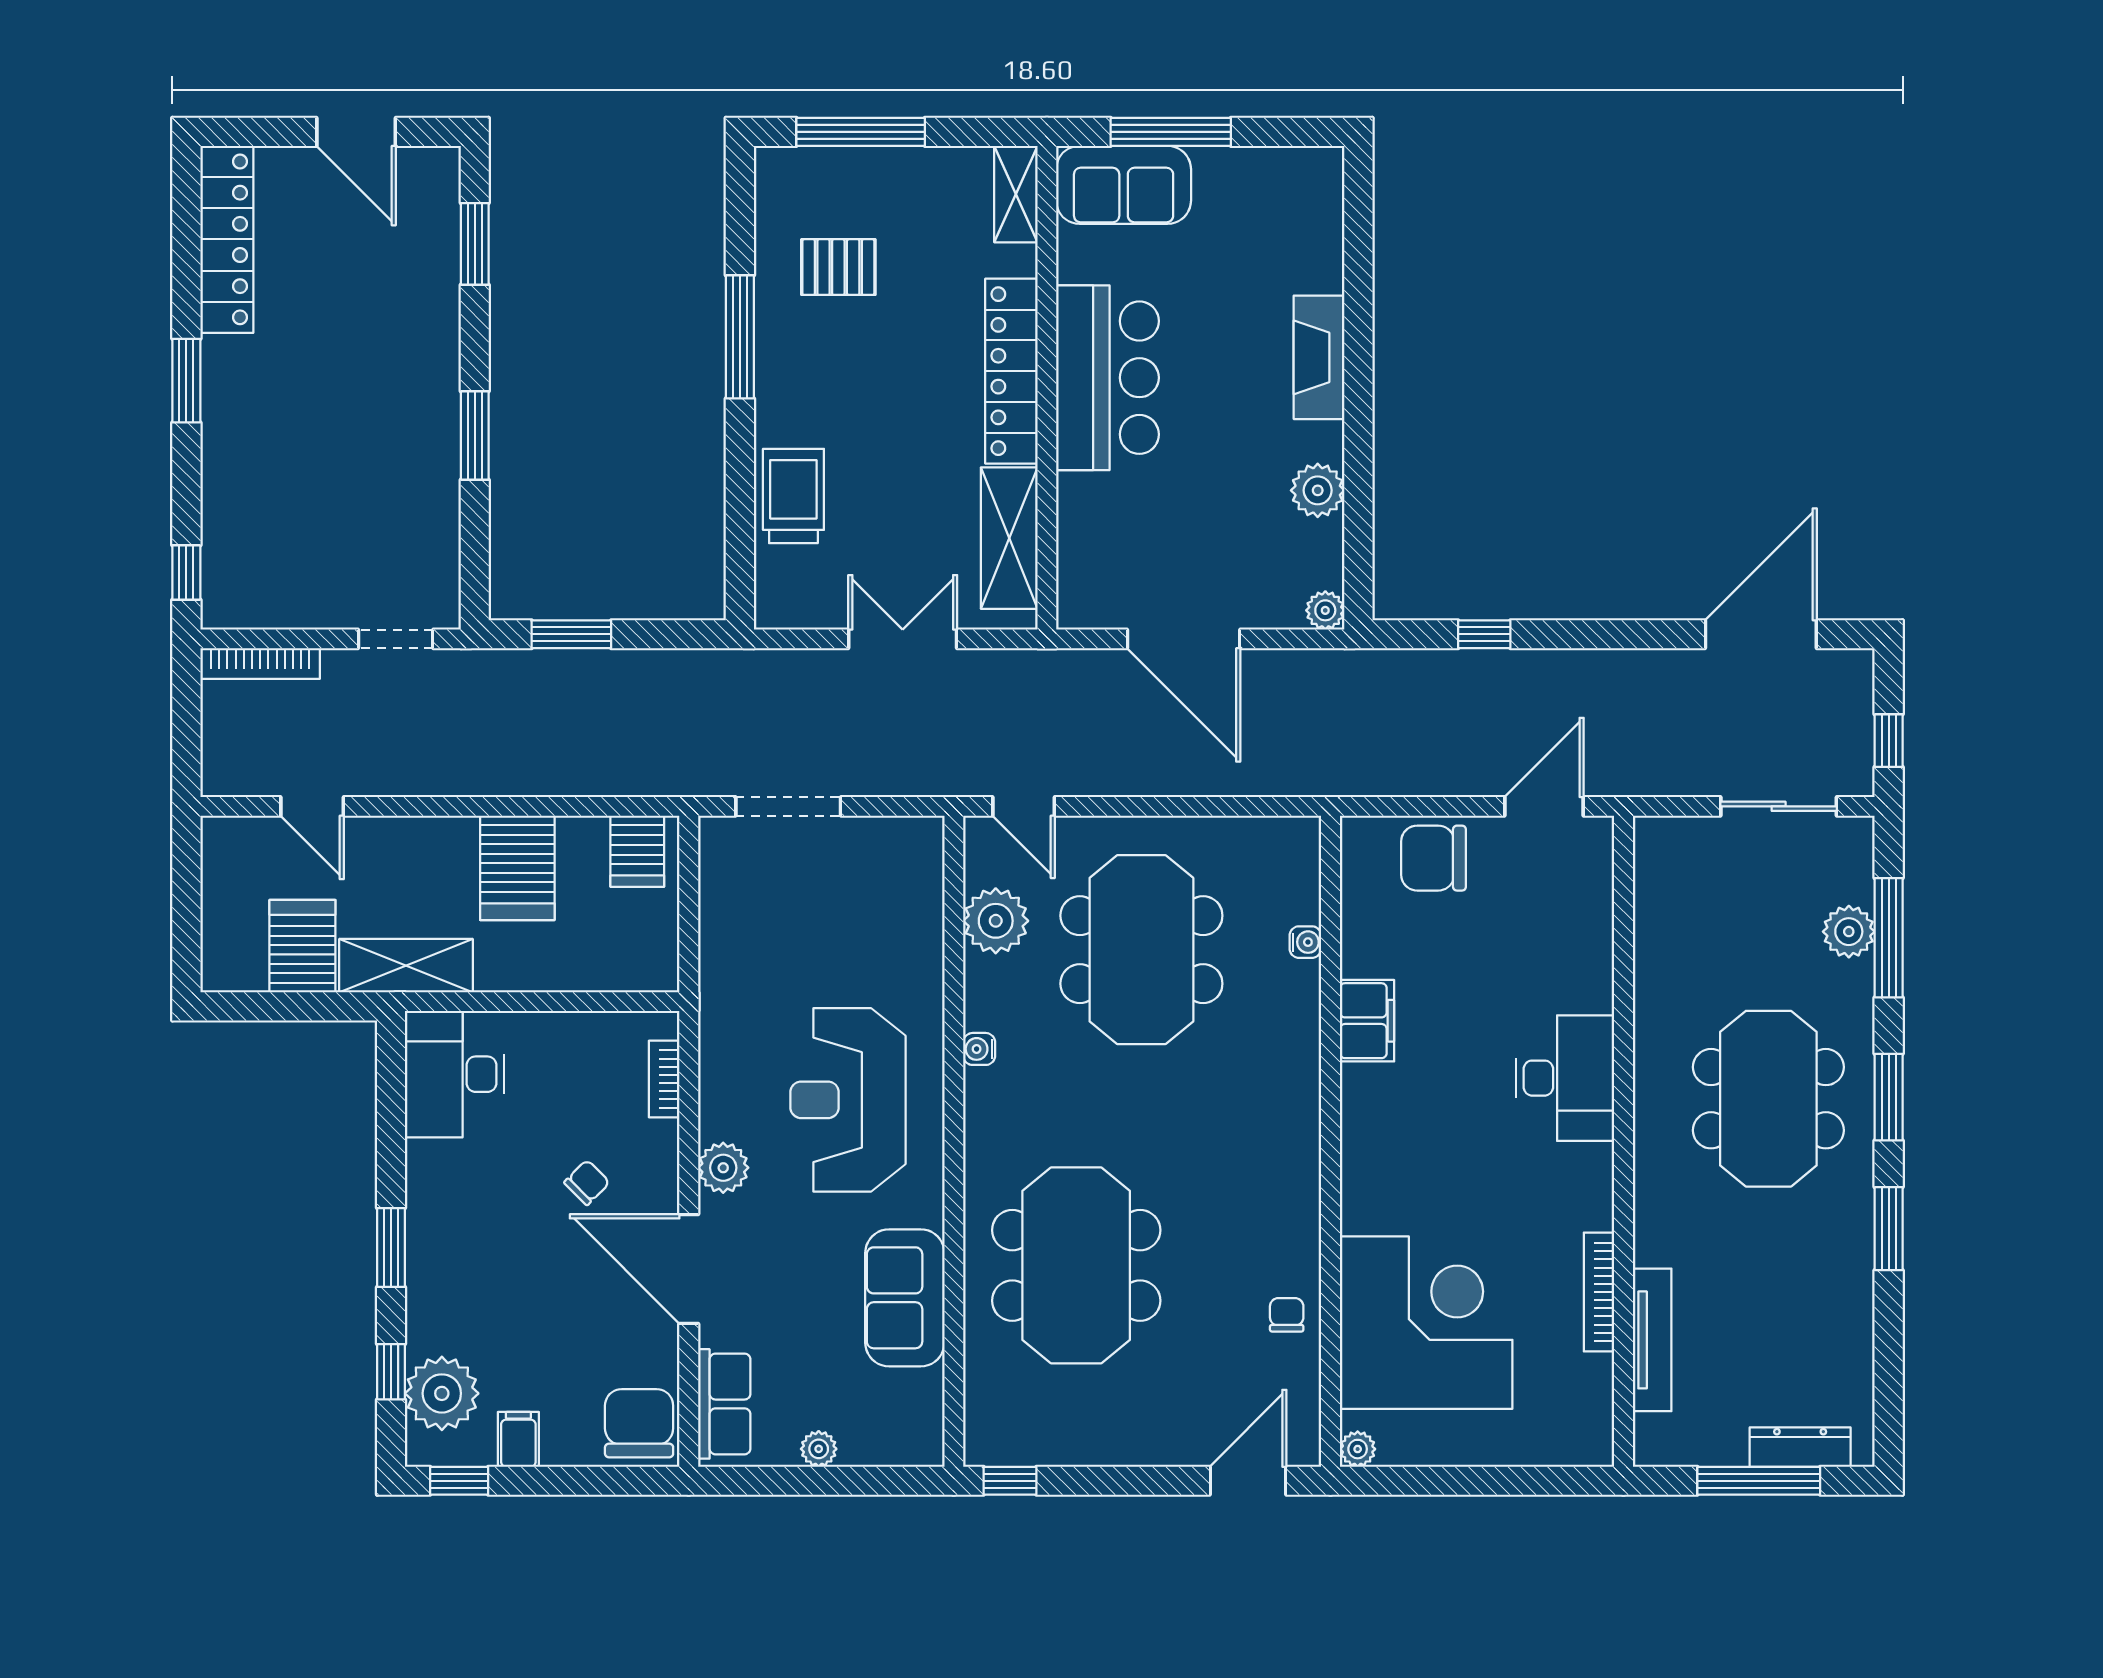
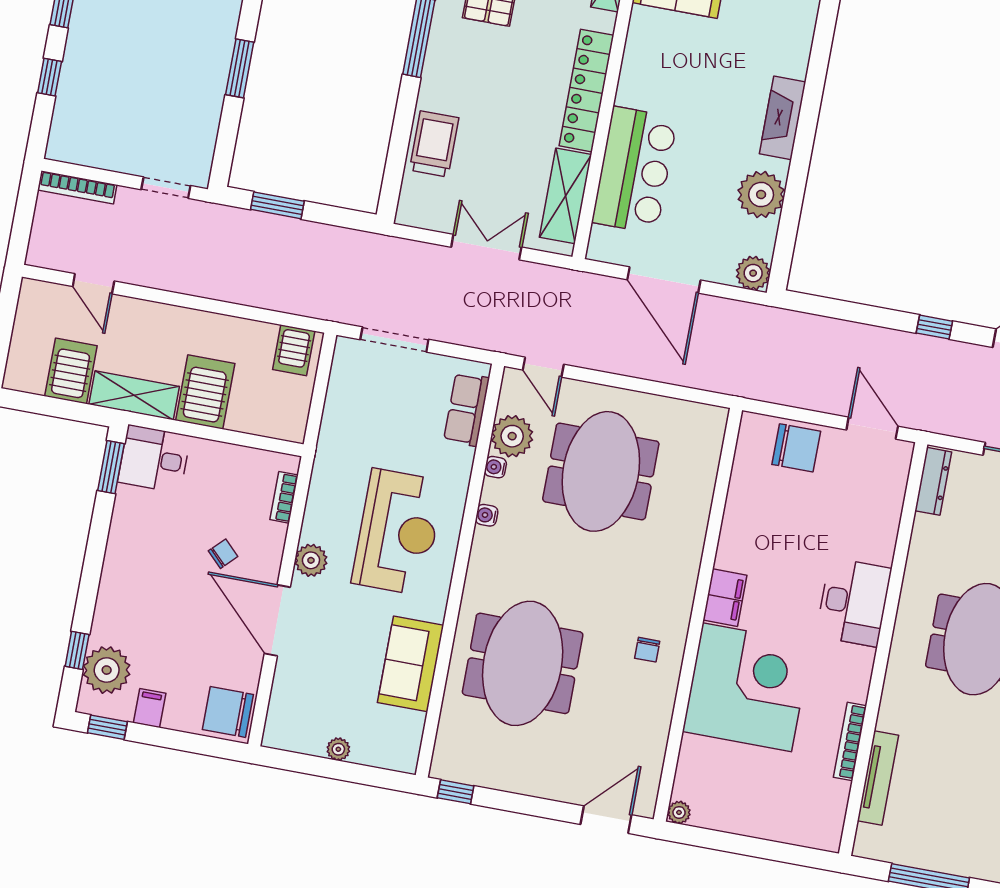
bar counter: (1107, 378) -> (635, 170), moved
plant: (1318, 490) -> (761, 194), width x1.36, depth x1.36
window: (186, 573) -> (50, 77), moved
plant: (1325, 610) -> (753, 273), width x1.38, depth x1.38
window: (1484, 634) -> (934, 327), moved
door: (1544, 806) -> (872, 428), hinge flipped
chair: (1434, 858) -> (796, 448), turned 180
server rack: (517, 868) -> (205, 392), moved, turned 180
water cooler: (1305, 942) -> (495, 467), moved, turned 180
filing cabinet: (1367, 1021) -> (725, 598), moved
desk: (455, 1074) -> (154, 459), width x0.73
reception desk: (848, 1100) -> (398, 532), turned 180
window: (391, 1247) -> (111, 467), moved
chair: (1287, 1315) -> (647, 650), moved, turned 180
corner desk: (1426, 1323) -> (747, 687), moved
row of seats: (724, 1404) -> (466, 409), moved, turned 180
chair: (639, 1423) -> (228, 712), turned -90
dresser: (1800, 1447) -> (933, 481), moved, turned 90

